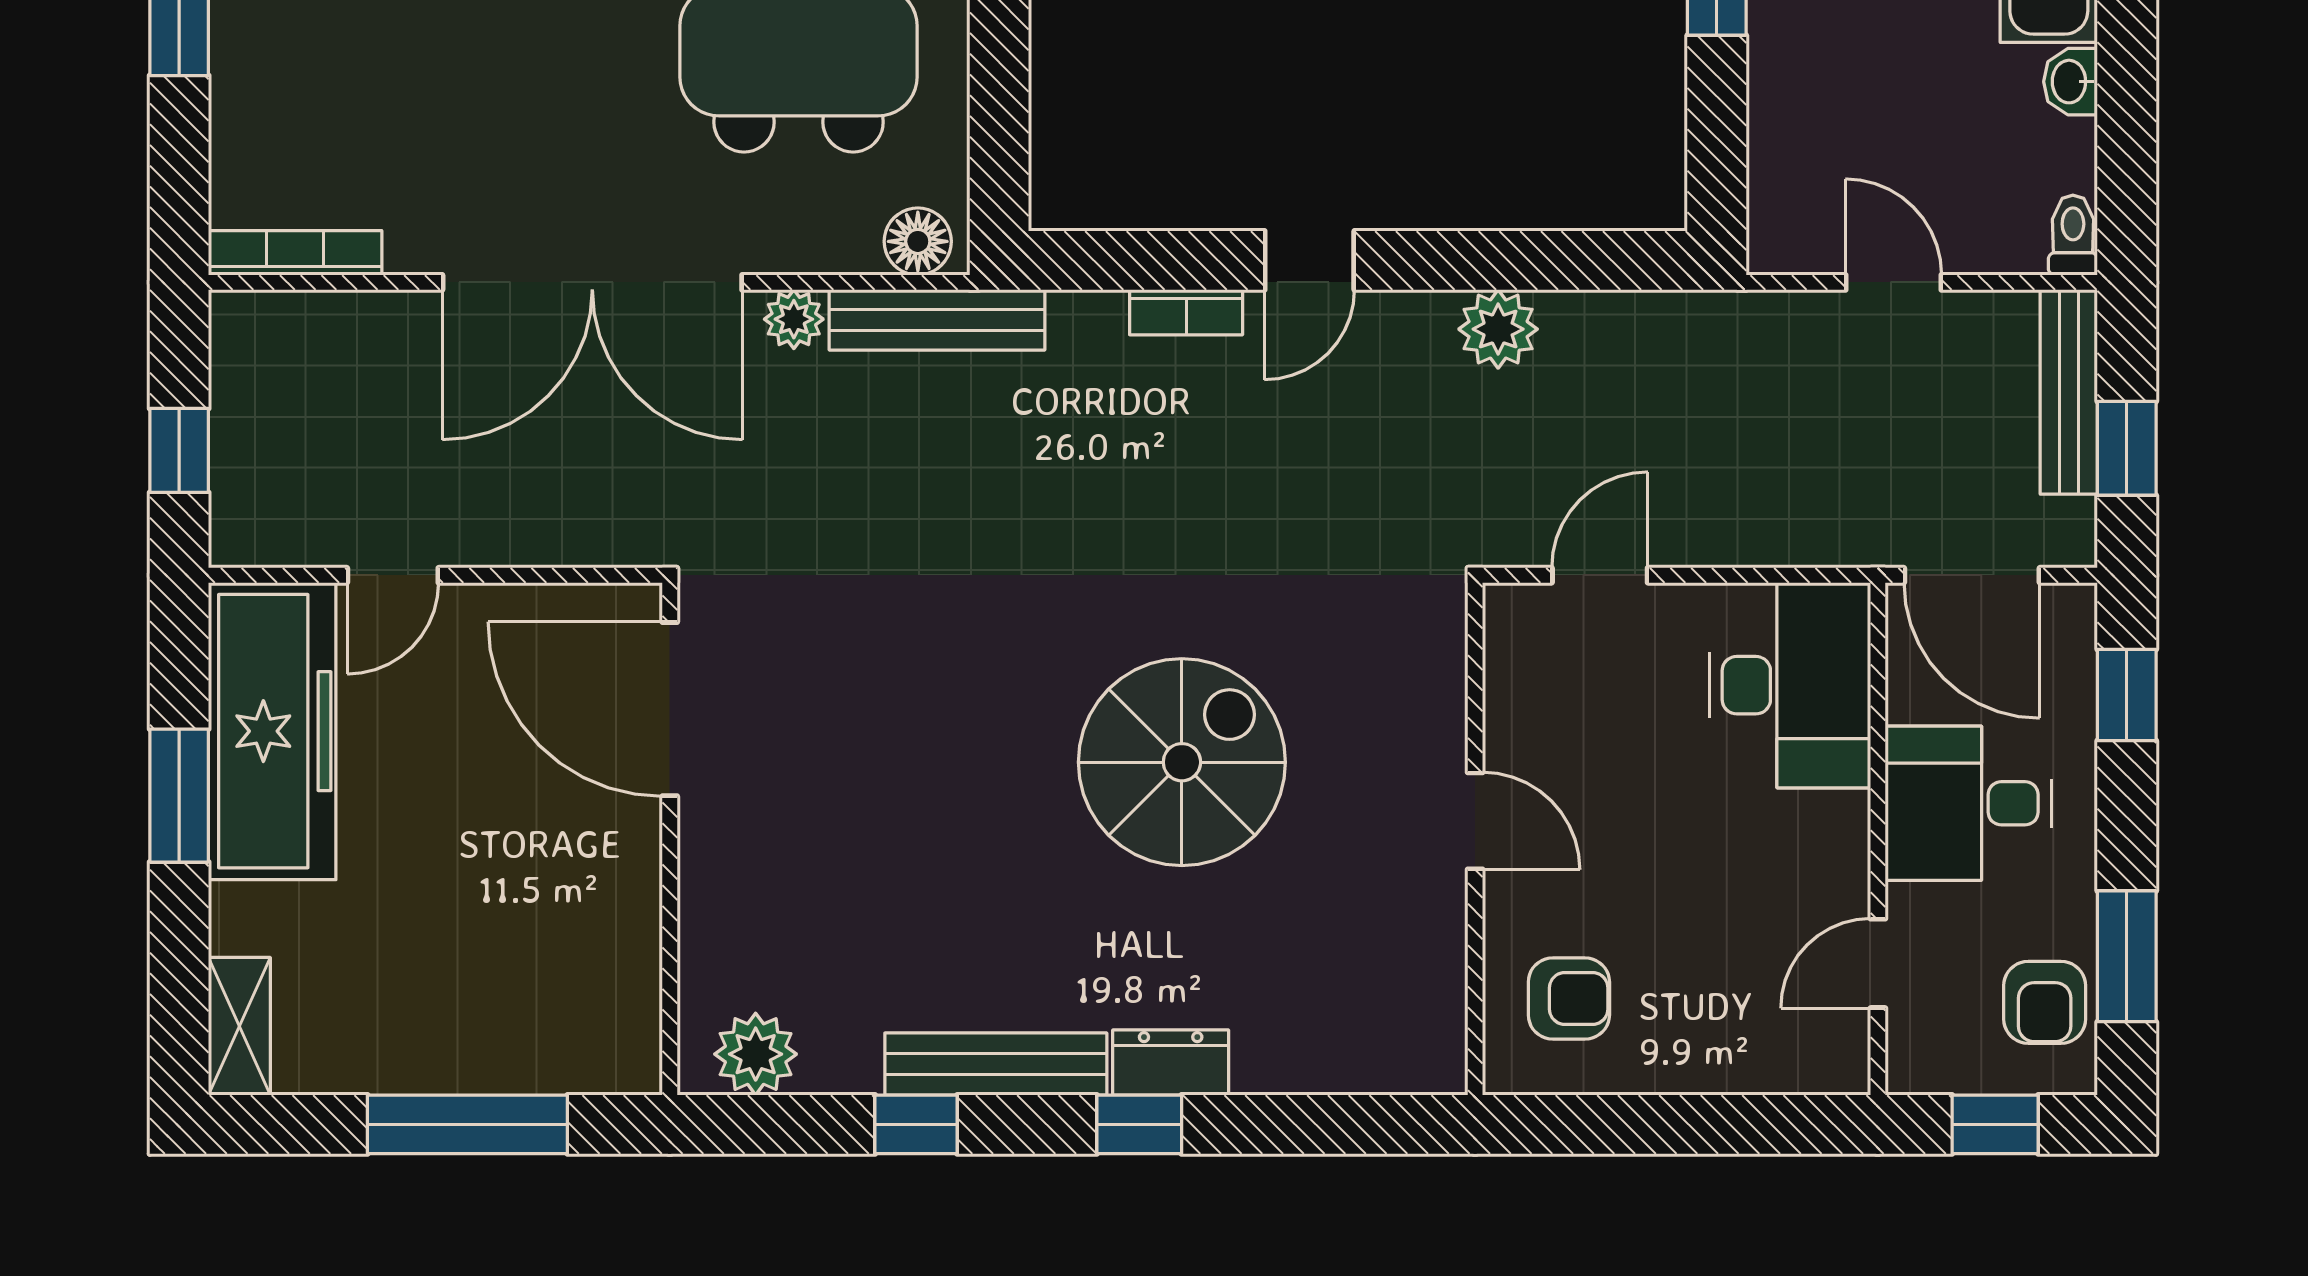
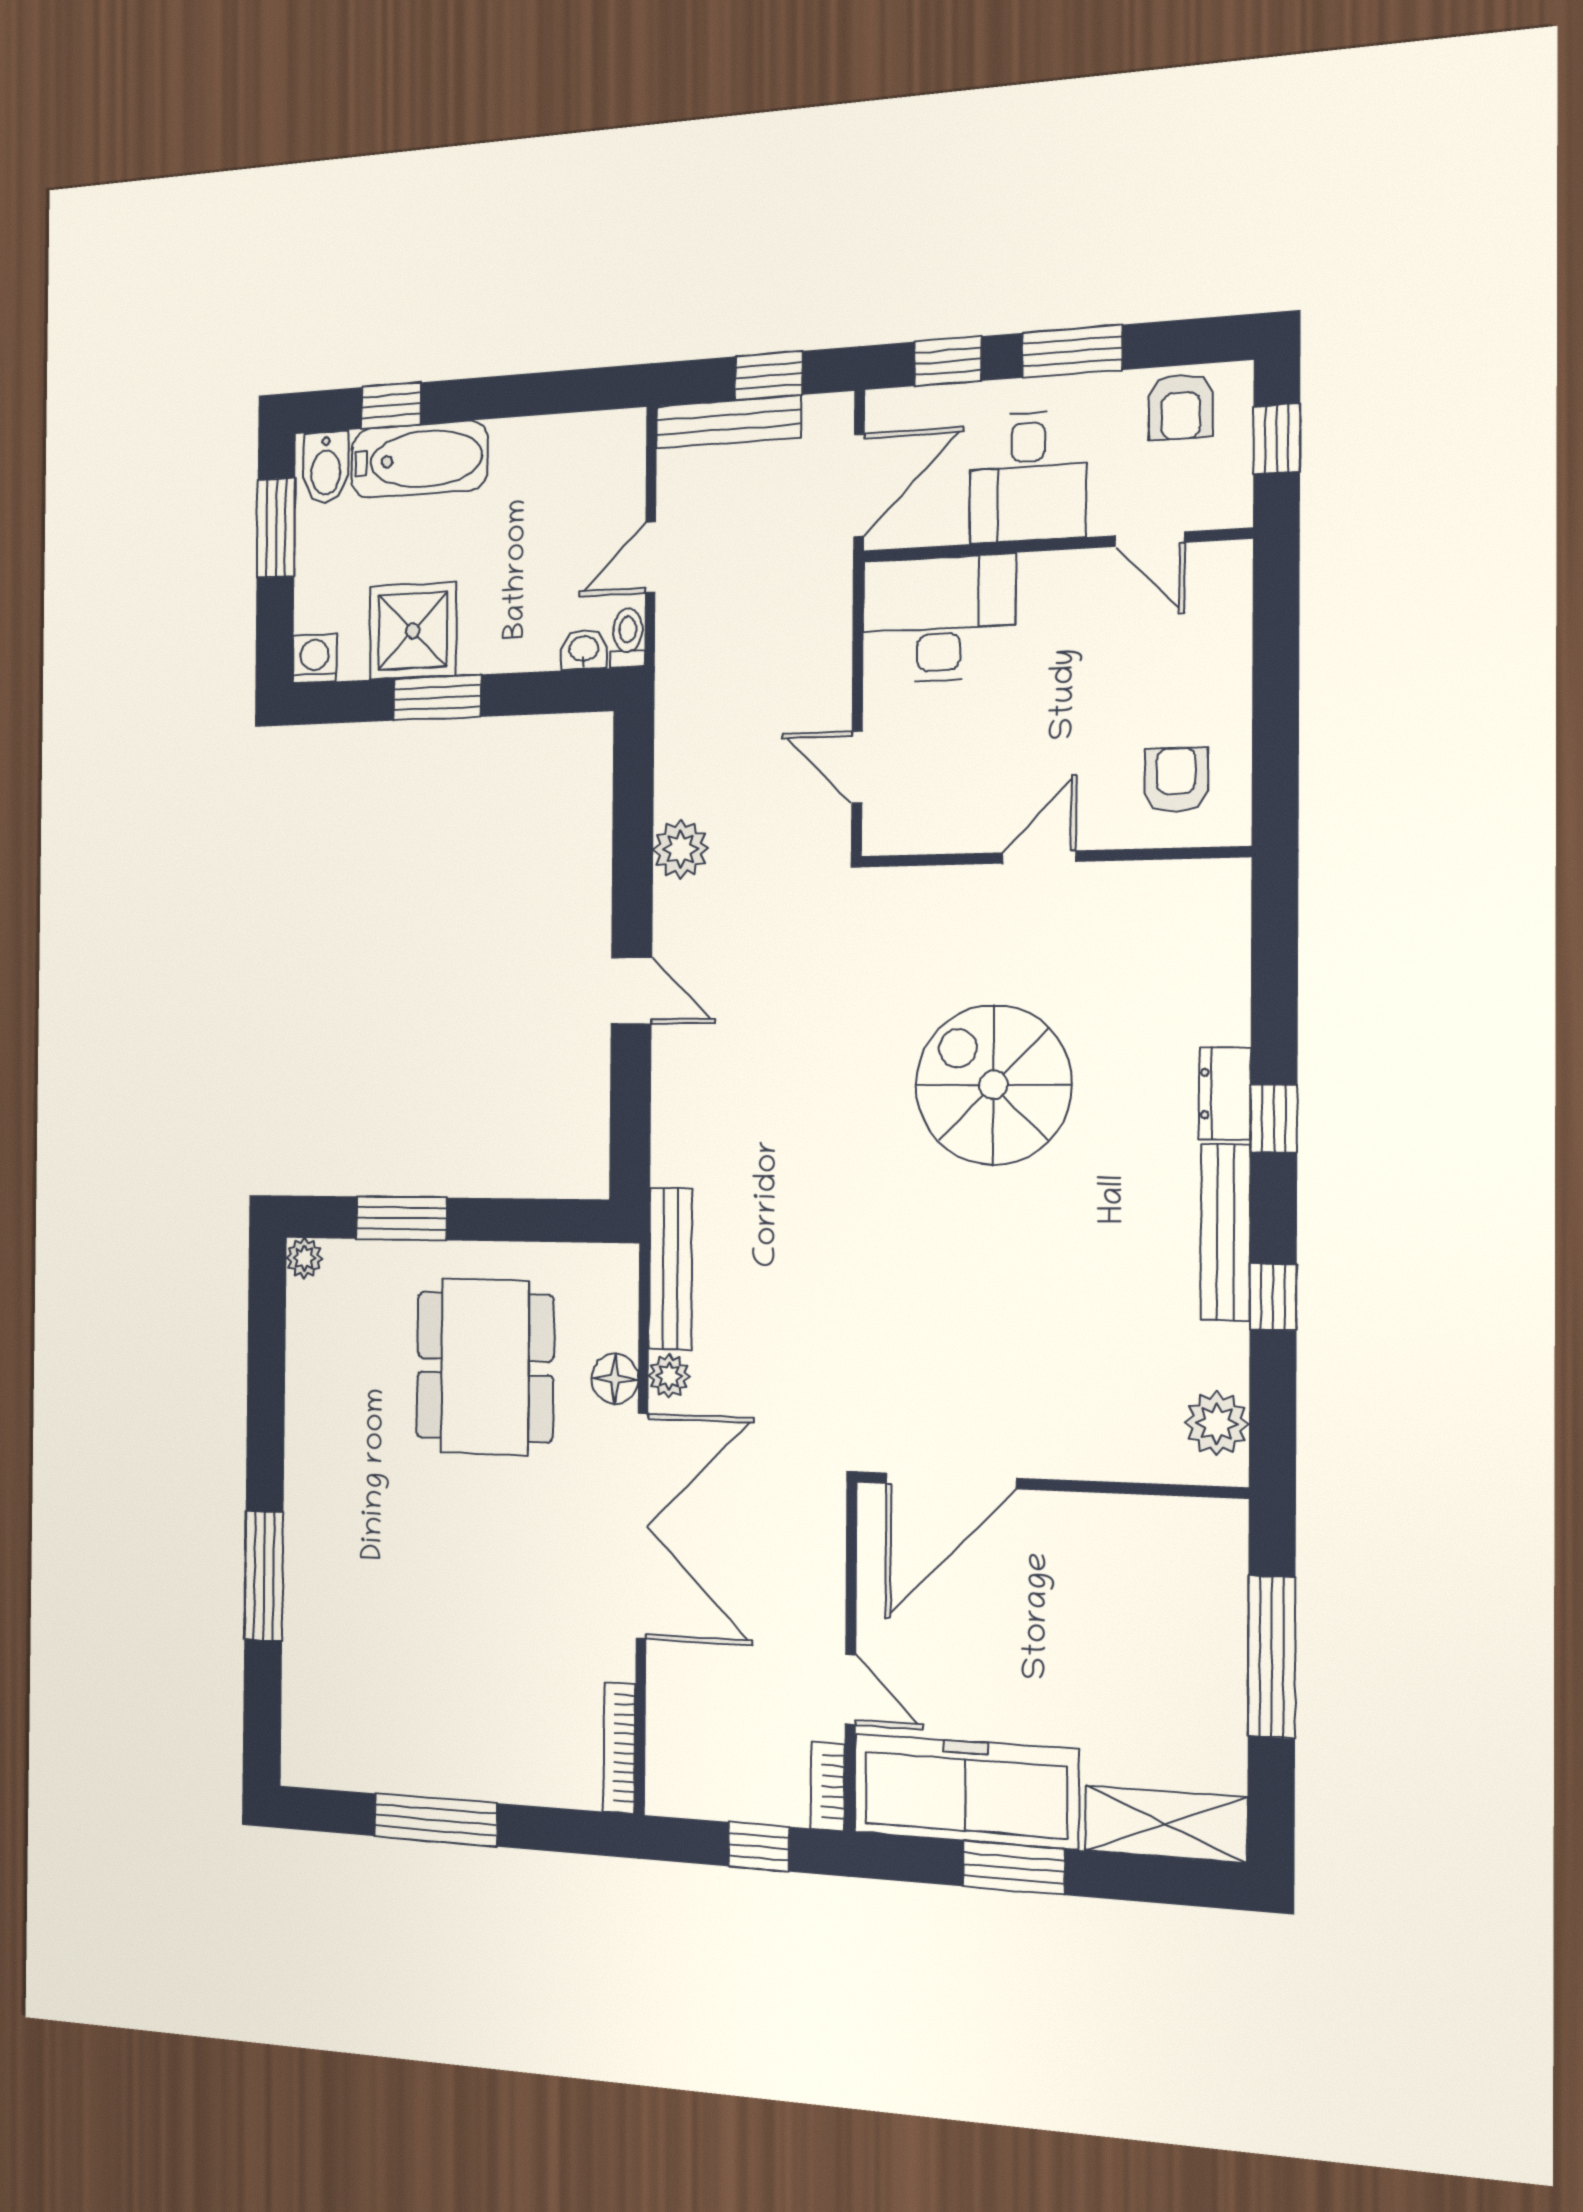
washbasin: (2071, 82) -> (584, 650), moved, turned 180
toilet: (2073, 235) -> (628, 638), moved, turned 90
floor lamp: (918, 241) -> (615, 1379), moved
bookcase: (1186, 312) -> (828, 1786), moved, turned 180
window: (2127, 956) -> (1072, 351), moved
armchair: (2045, 1002) -> (1181, 407), turned 90
shelving: (239, 1026) -> (1166, 1824), width x1.50, depth x1.33

